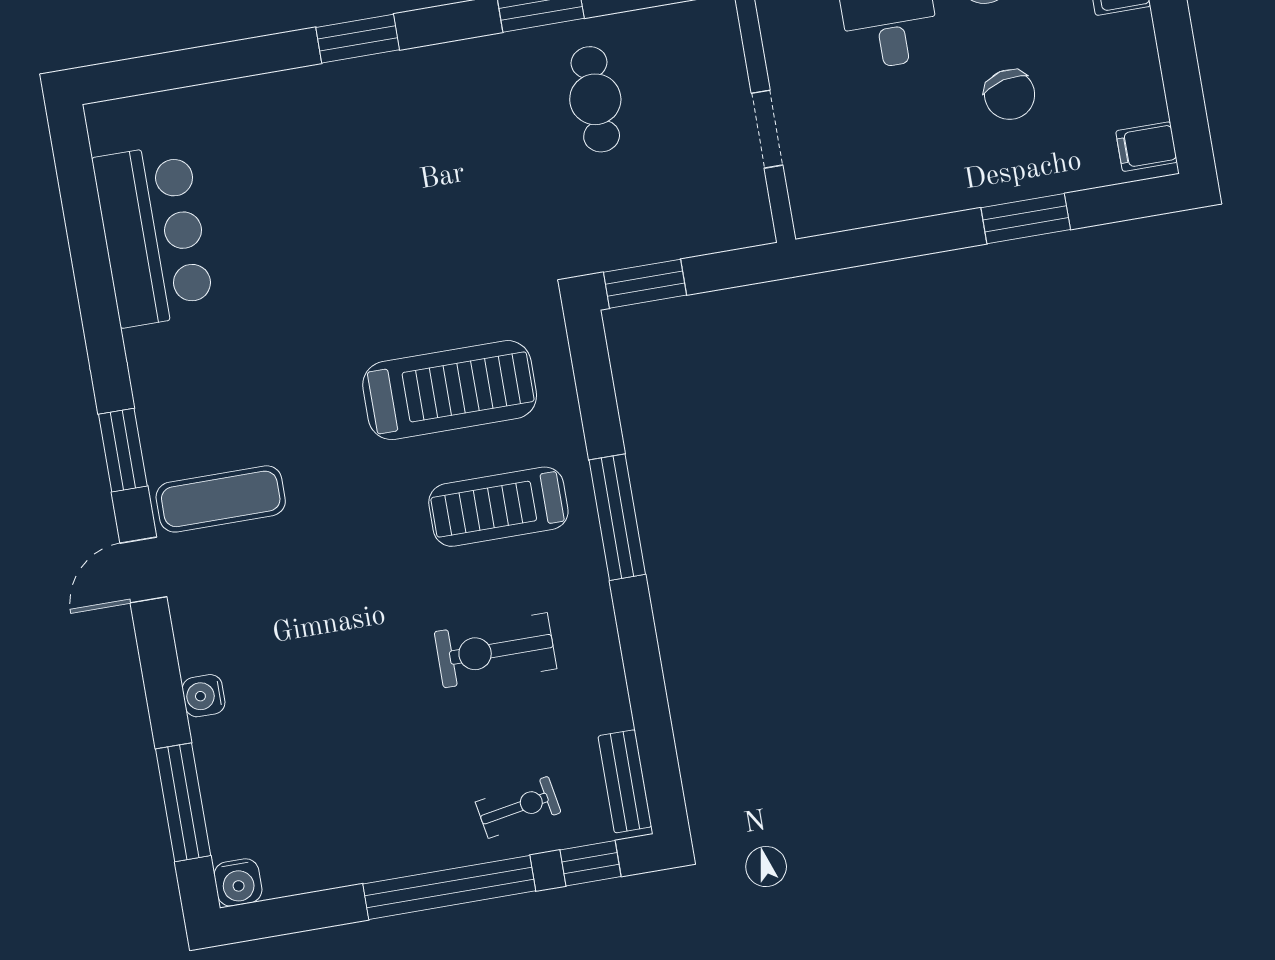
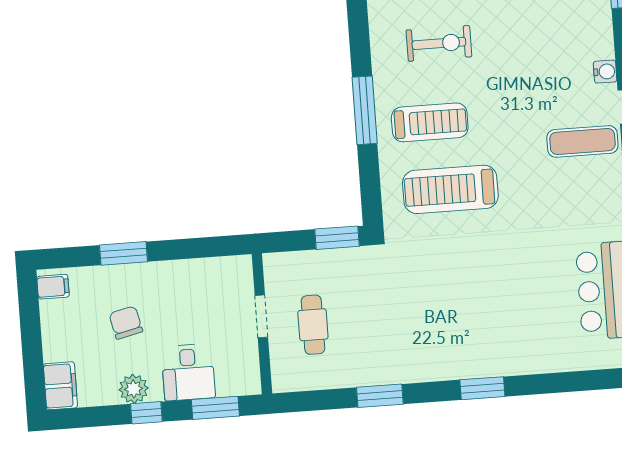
cafe table: (595, 99) -> (313, 325), moved
water cooler: (204, 696) -> (605, 72), moved

